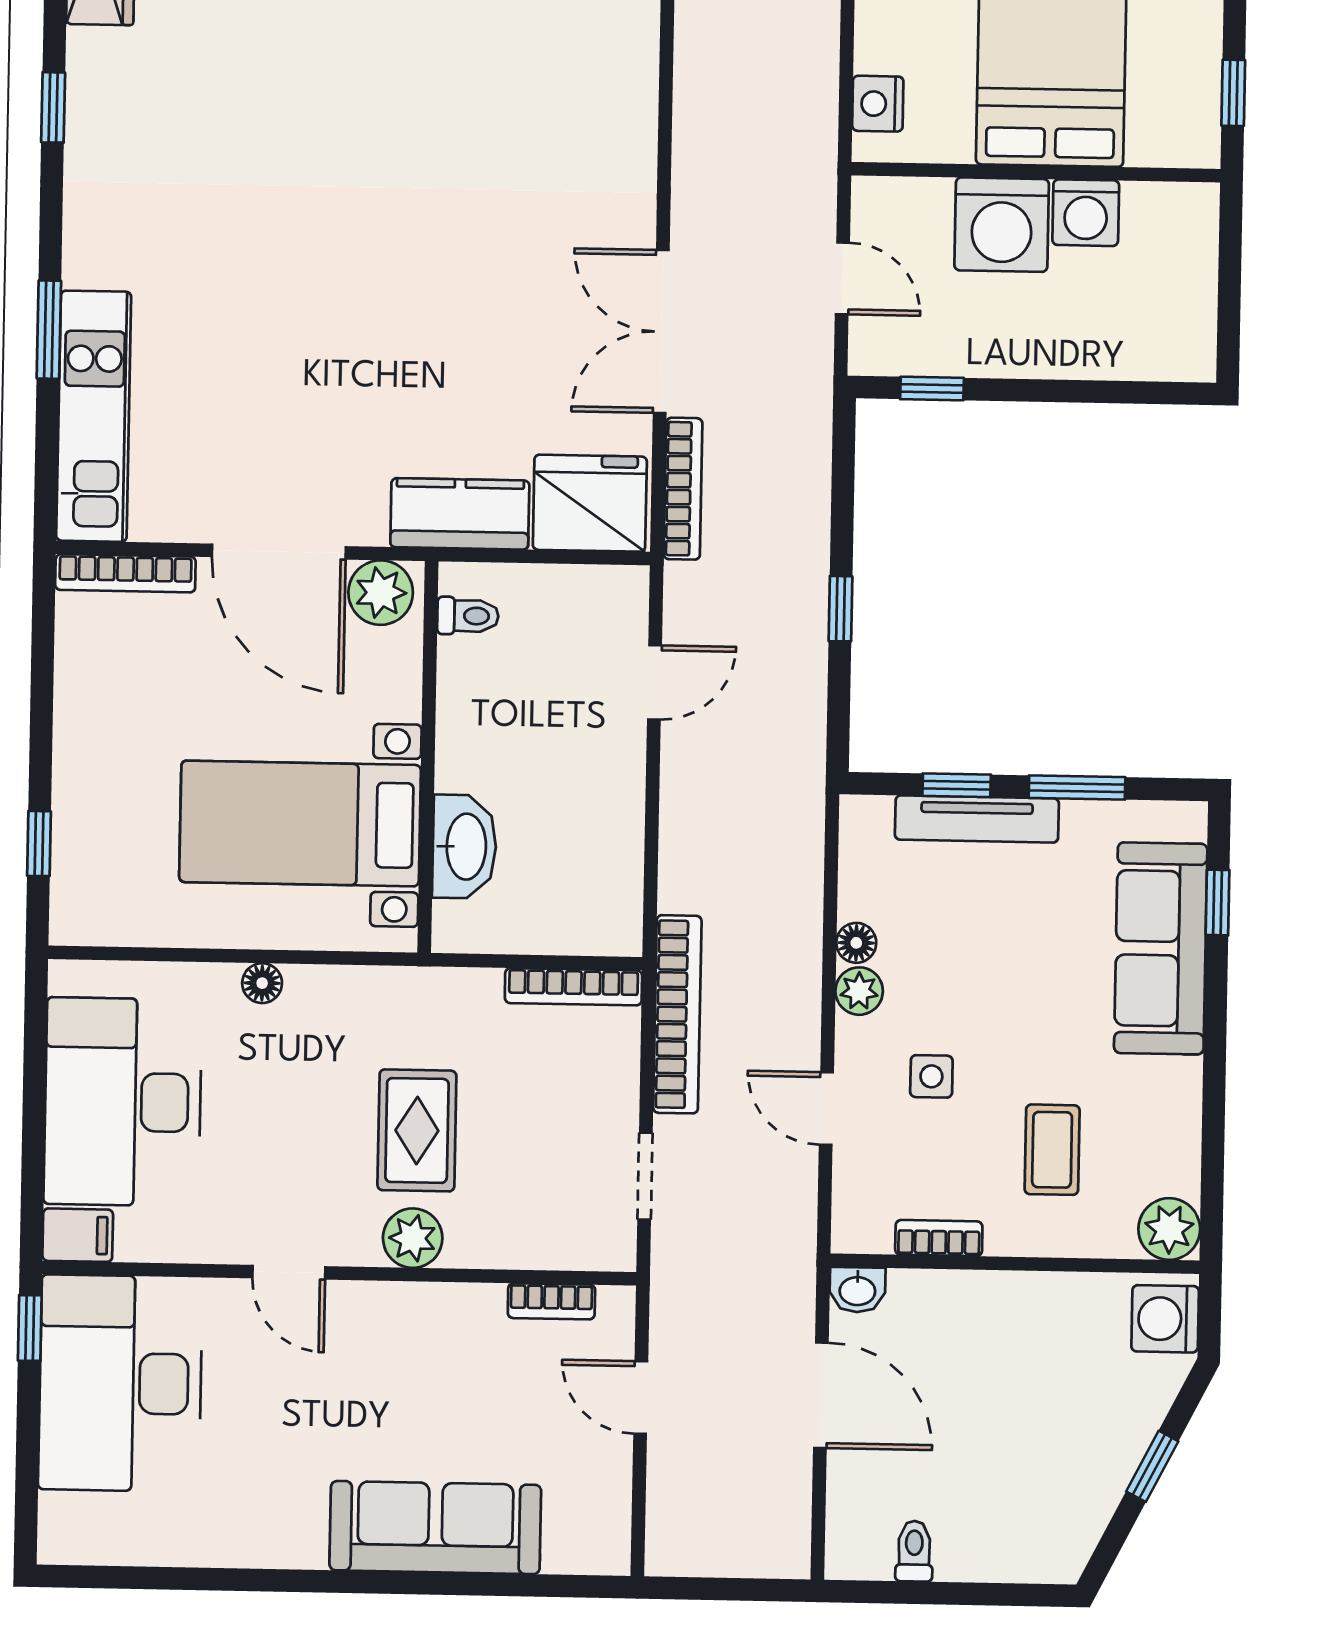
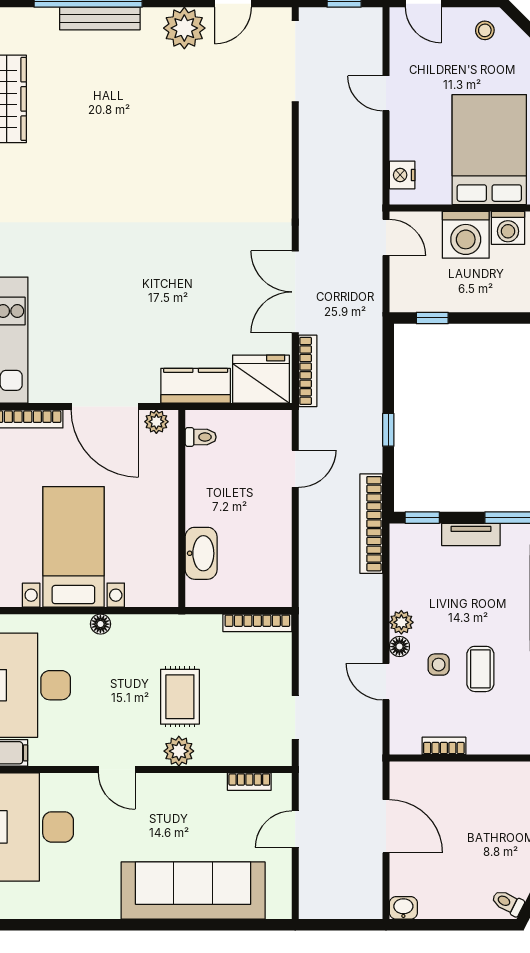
door: (842, 278) -> (386, 238), moved
plant: (381, 593) -> (156, 422), width x0.73, depth x0.73
window: (957, 785) -> (422, 518), moved
tv unit: (977, 819) -> (471, 534), width x0.71
bed with nightstands: (300, 824) -> (73, 547), moved, turned 90
floor lamp: (856, 943) -> (399, 647), moved
bookcase: (677, 1014) -> (371, 524), moved, turned 180
coffee table: (1052, 1150) -> (480, 669), moved
washbasin: (857, 1290) -> (403, 908), moved, turned 180
door: (641, 1397) -> (295, 829), hinge flipped
sofa: (435, 1528) -> (193, 891), width x1.36, depth x1.27
toilet: (914, 1551) -> (508, 903), moved, turned -63

